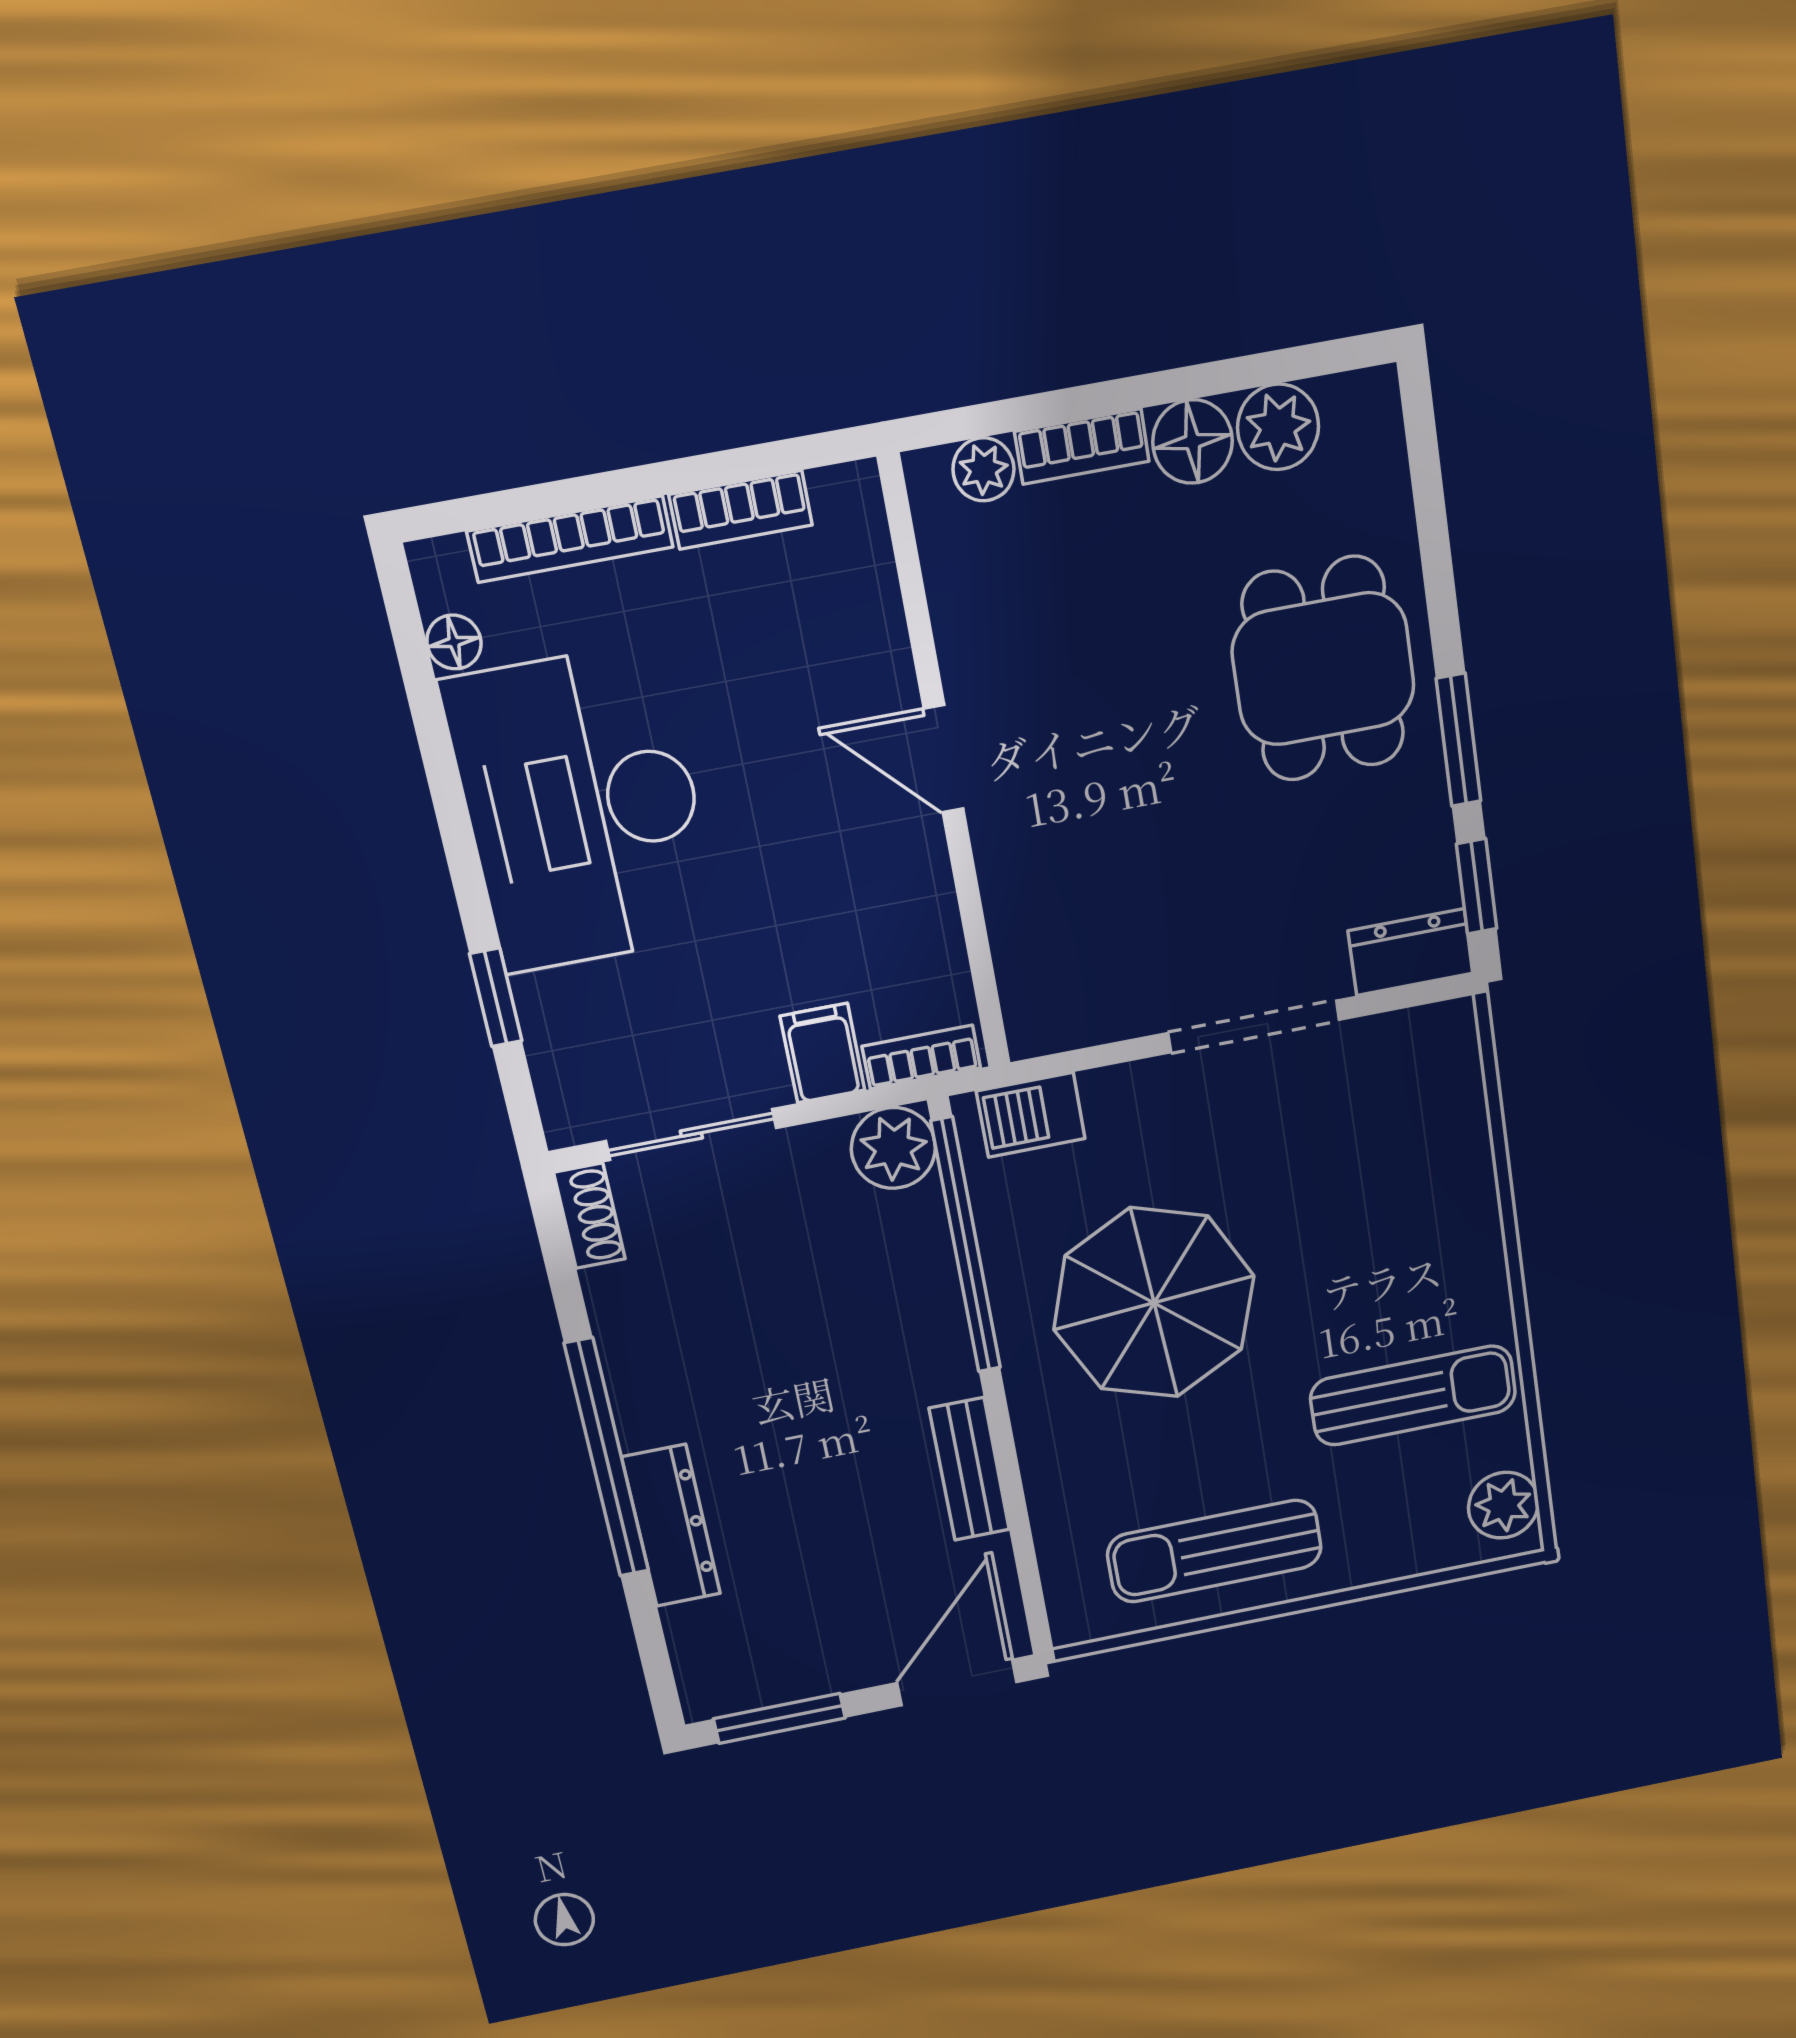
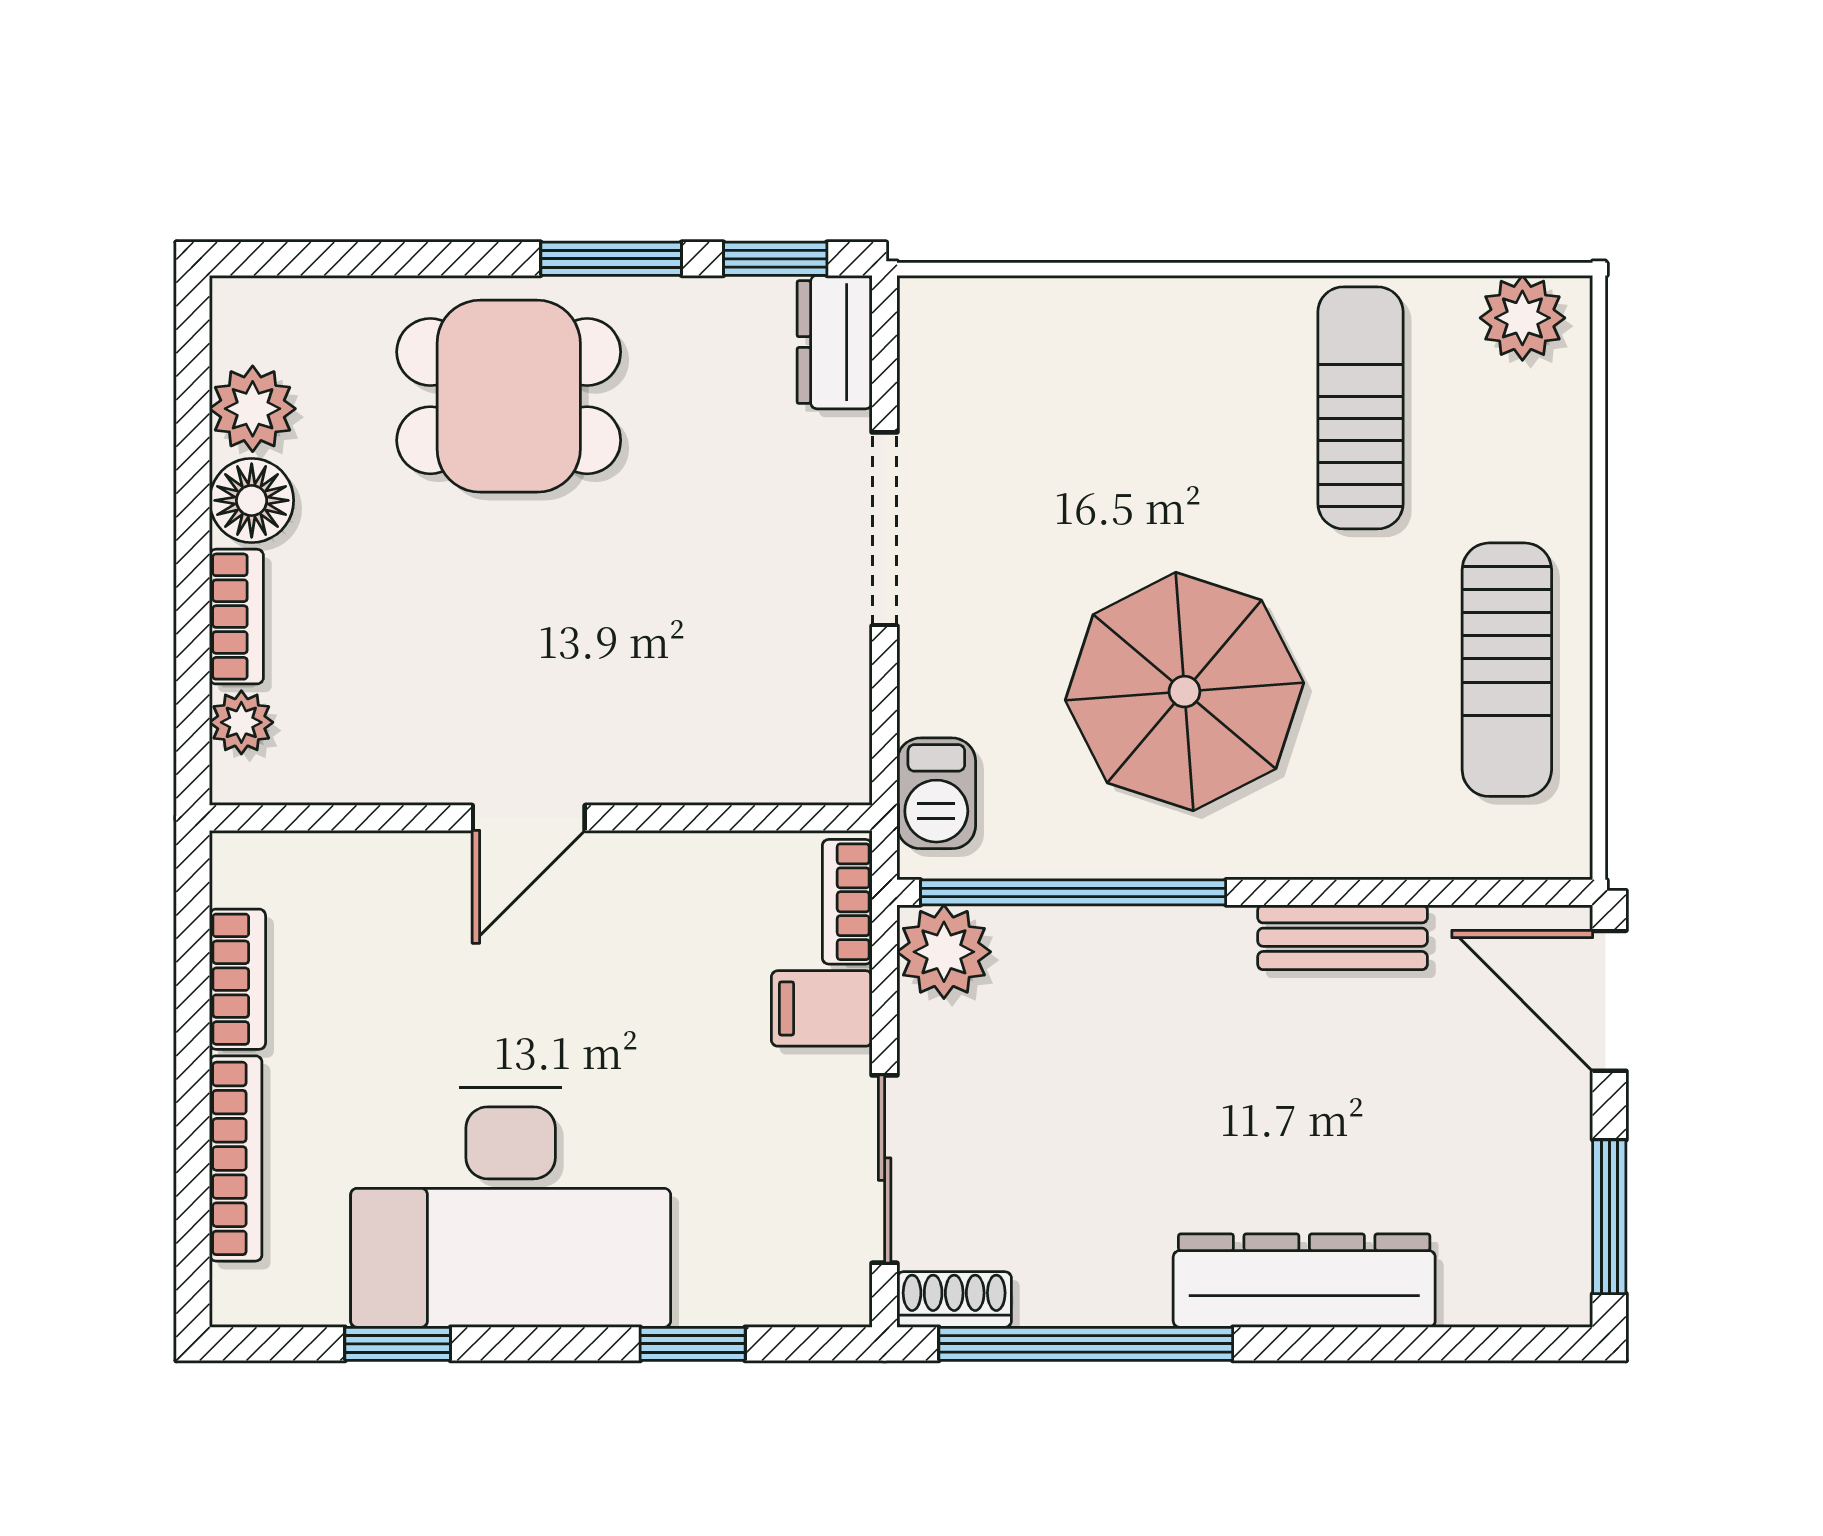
floor lamp: (454, 642) -> (316, 1300), removed
window: (431, 727) -> (398, 1344), added
window: (607, 1458) -> (1086, 1344), moved
dresser: (671, 1526) -> (1304, 1281), width x1.37, depth x1.24

